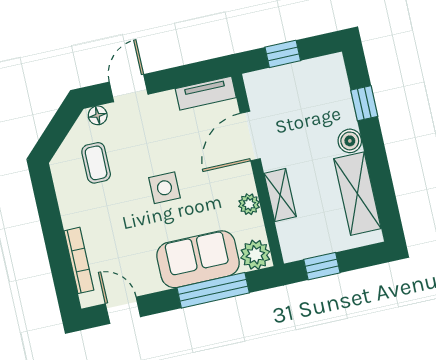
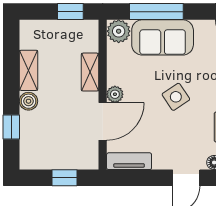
side table: (164, 188) -> (176, 97), turned -34
shelving: (357, 194) -> (29, 70), width x0.67, depth x0.75
plant: (249, 204) -> (115, 94), moved

